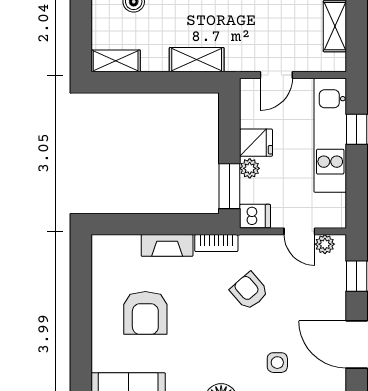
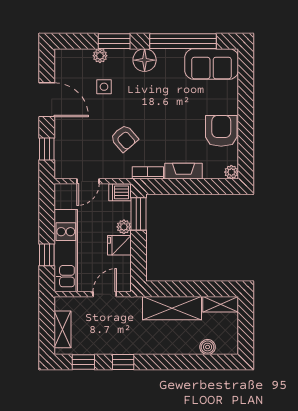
shelving: (197, 60) -> (172, 308), width x1.50, depth x1.33
door: (299, 231) -> (88, 181), swing flipped
plant: (325, 244) -> (231, 172), moved
armchair: (145, 313) -> (221, 131), moved

